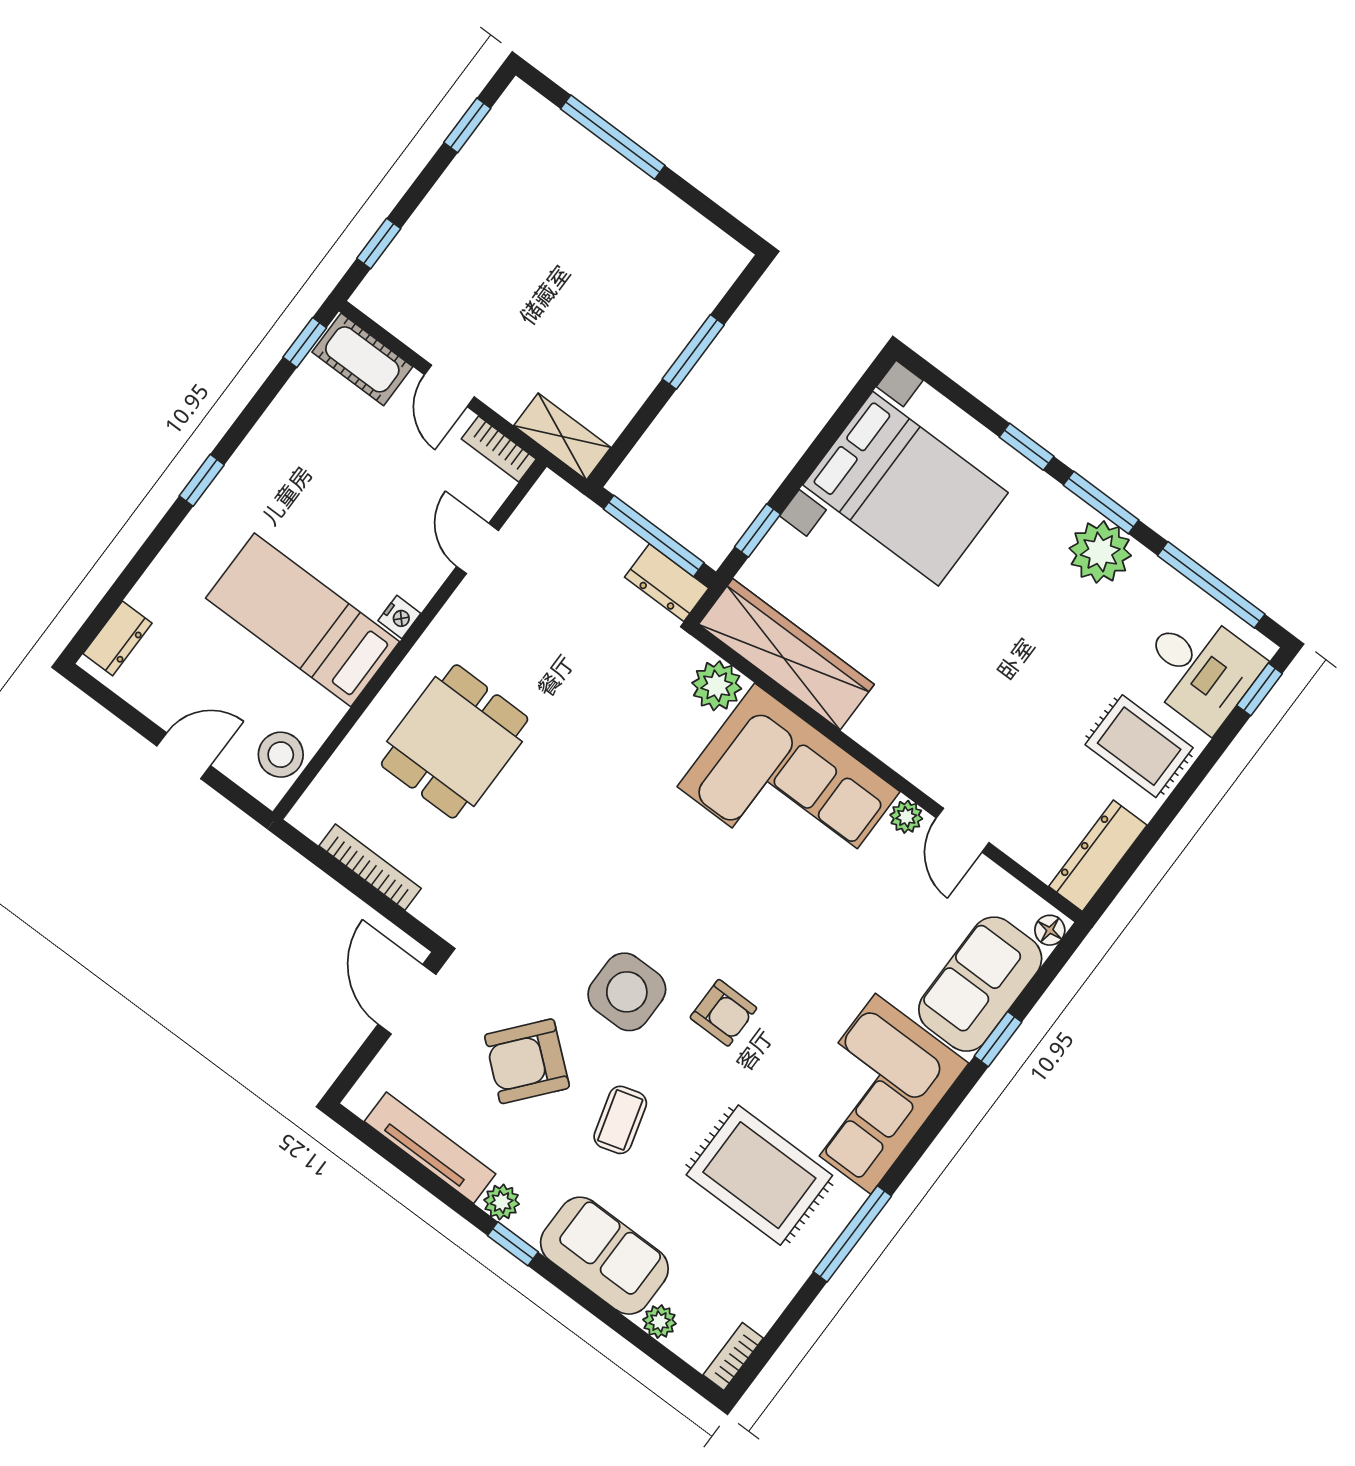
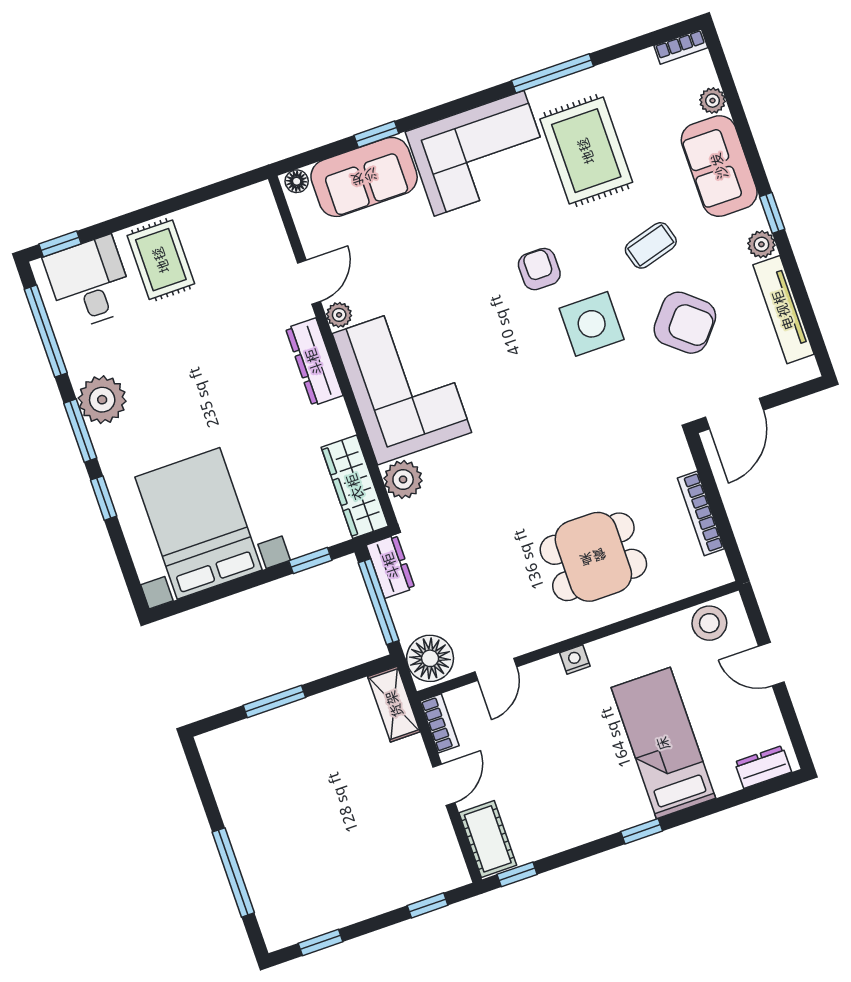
floor lamp: (557, 512) -> (430, 658), added
bed: (303, 620) -> (663, 743), moved, turned 180
wardrobe: (786, 654) -> (355, 487), width x0.71, depth x0.85
dresser: (1098, 856) -> (314, 362), moved, turned 90

